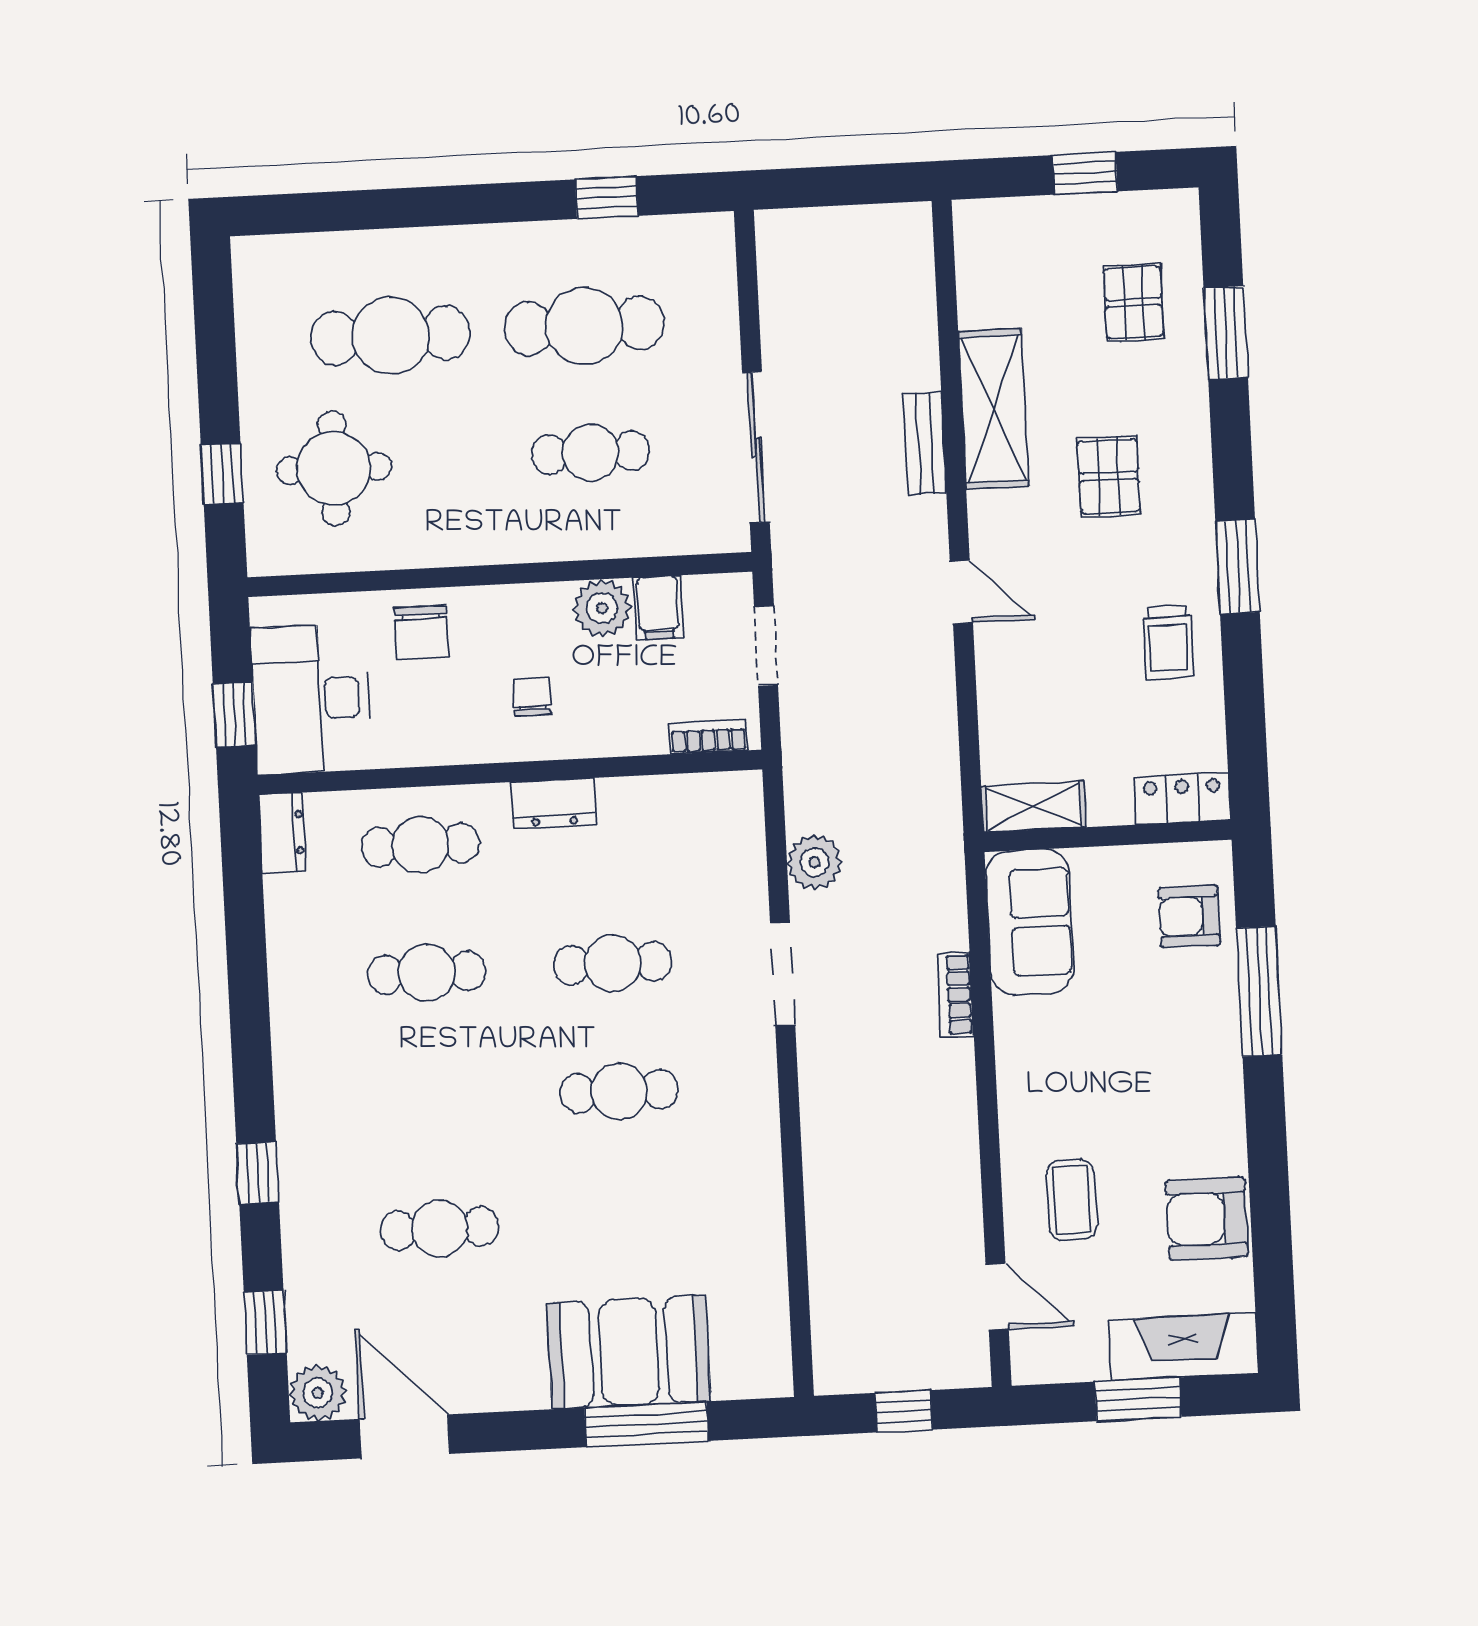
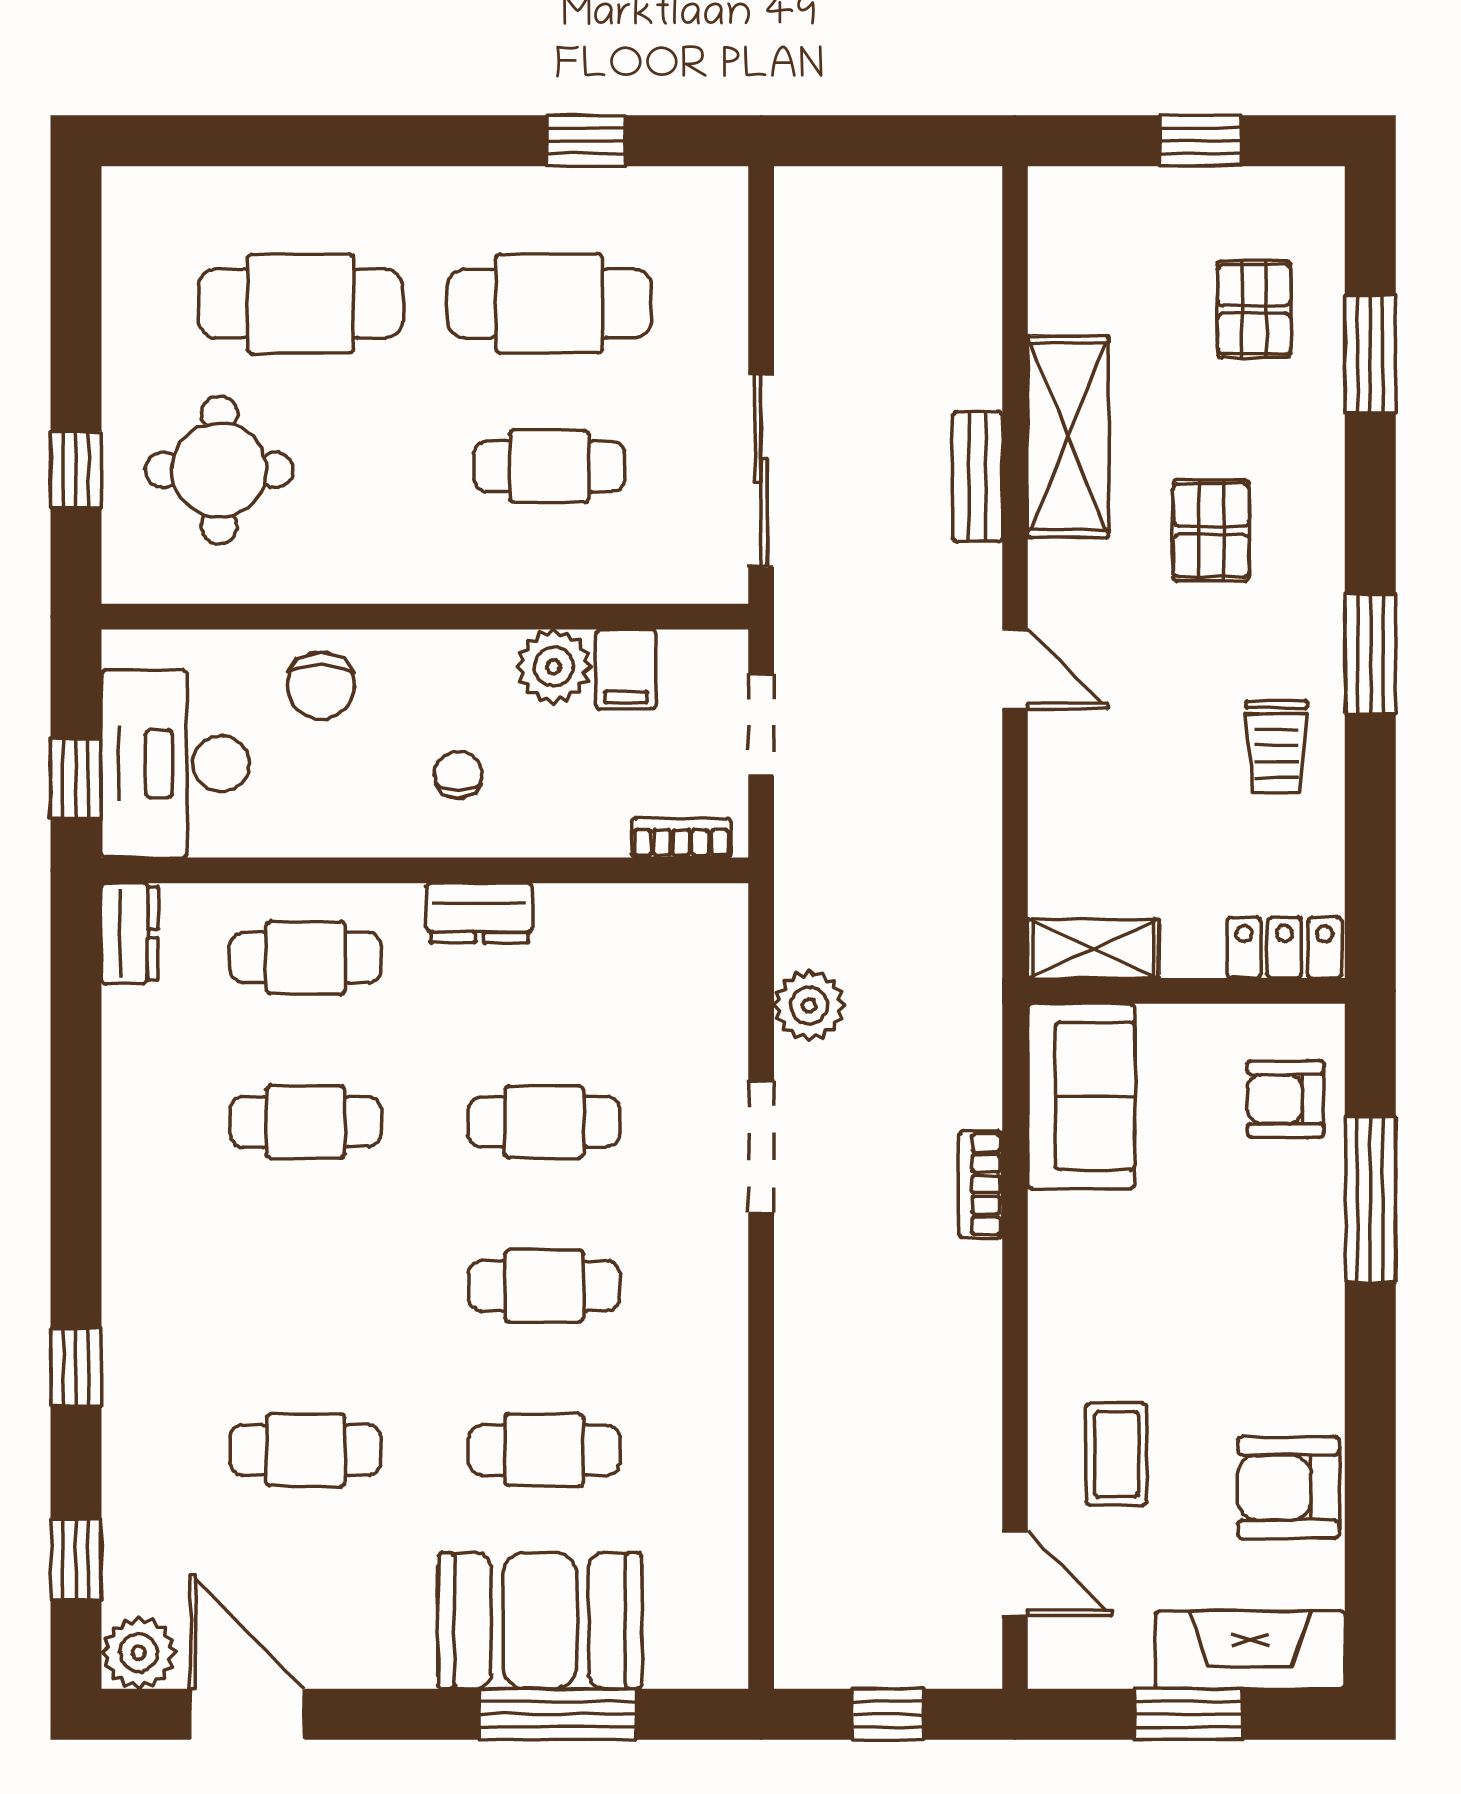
cafe table: (626, 1219) -> (544, 1450), added

